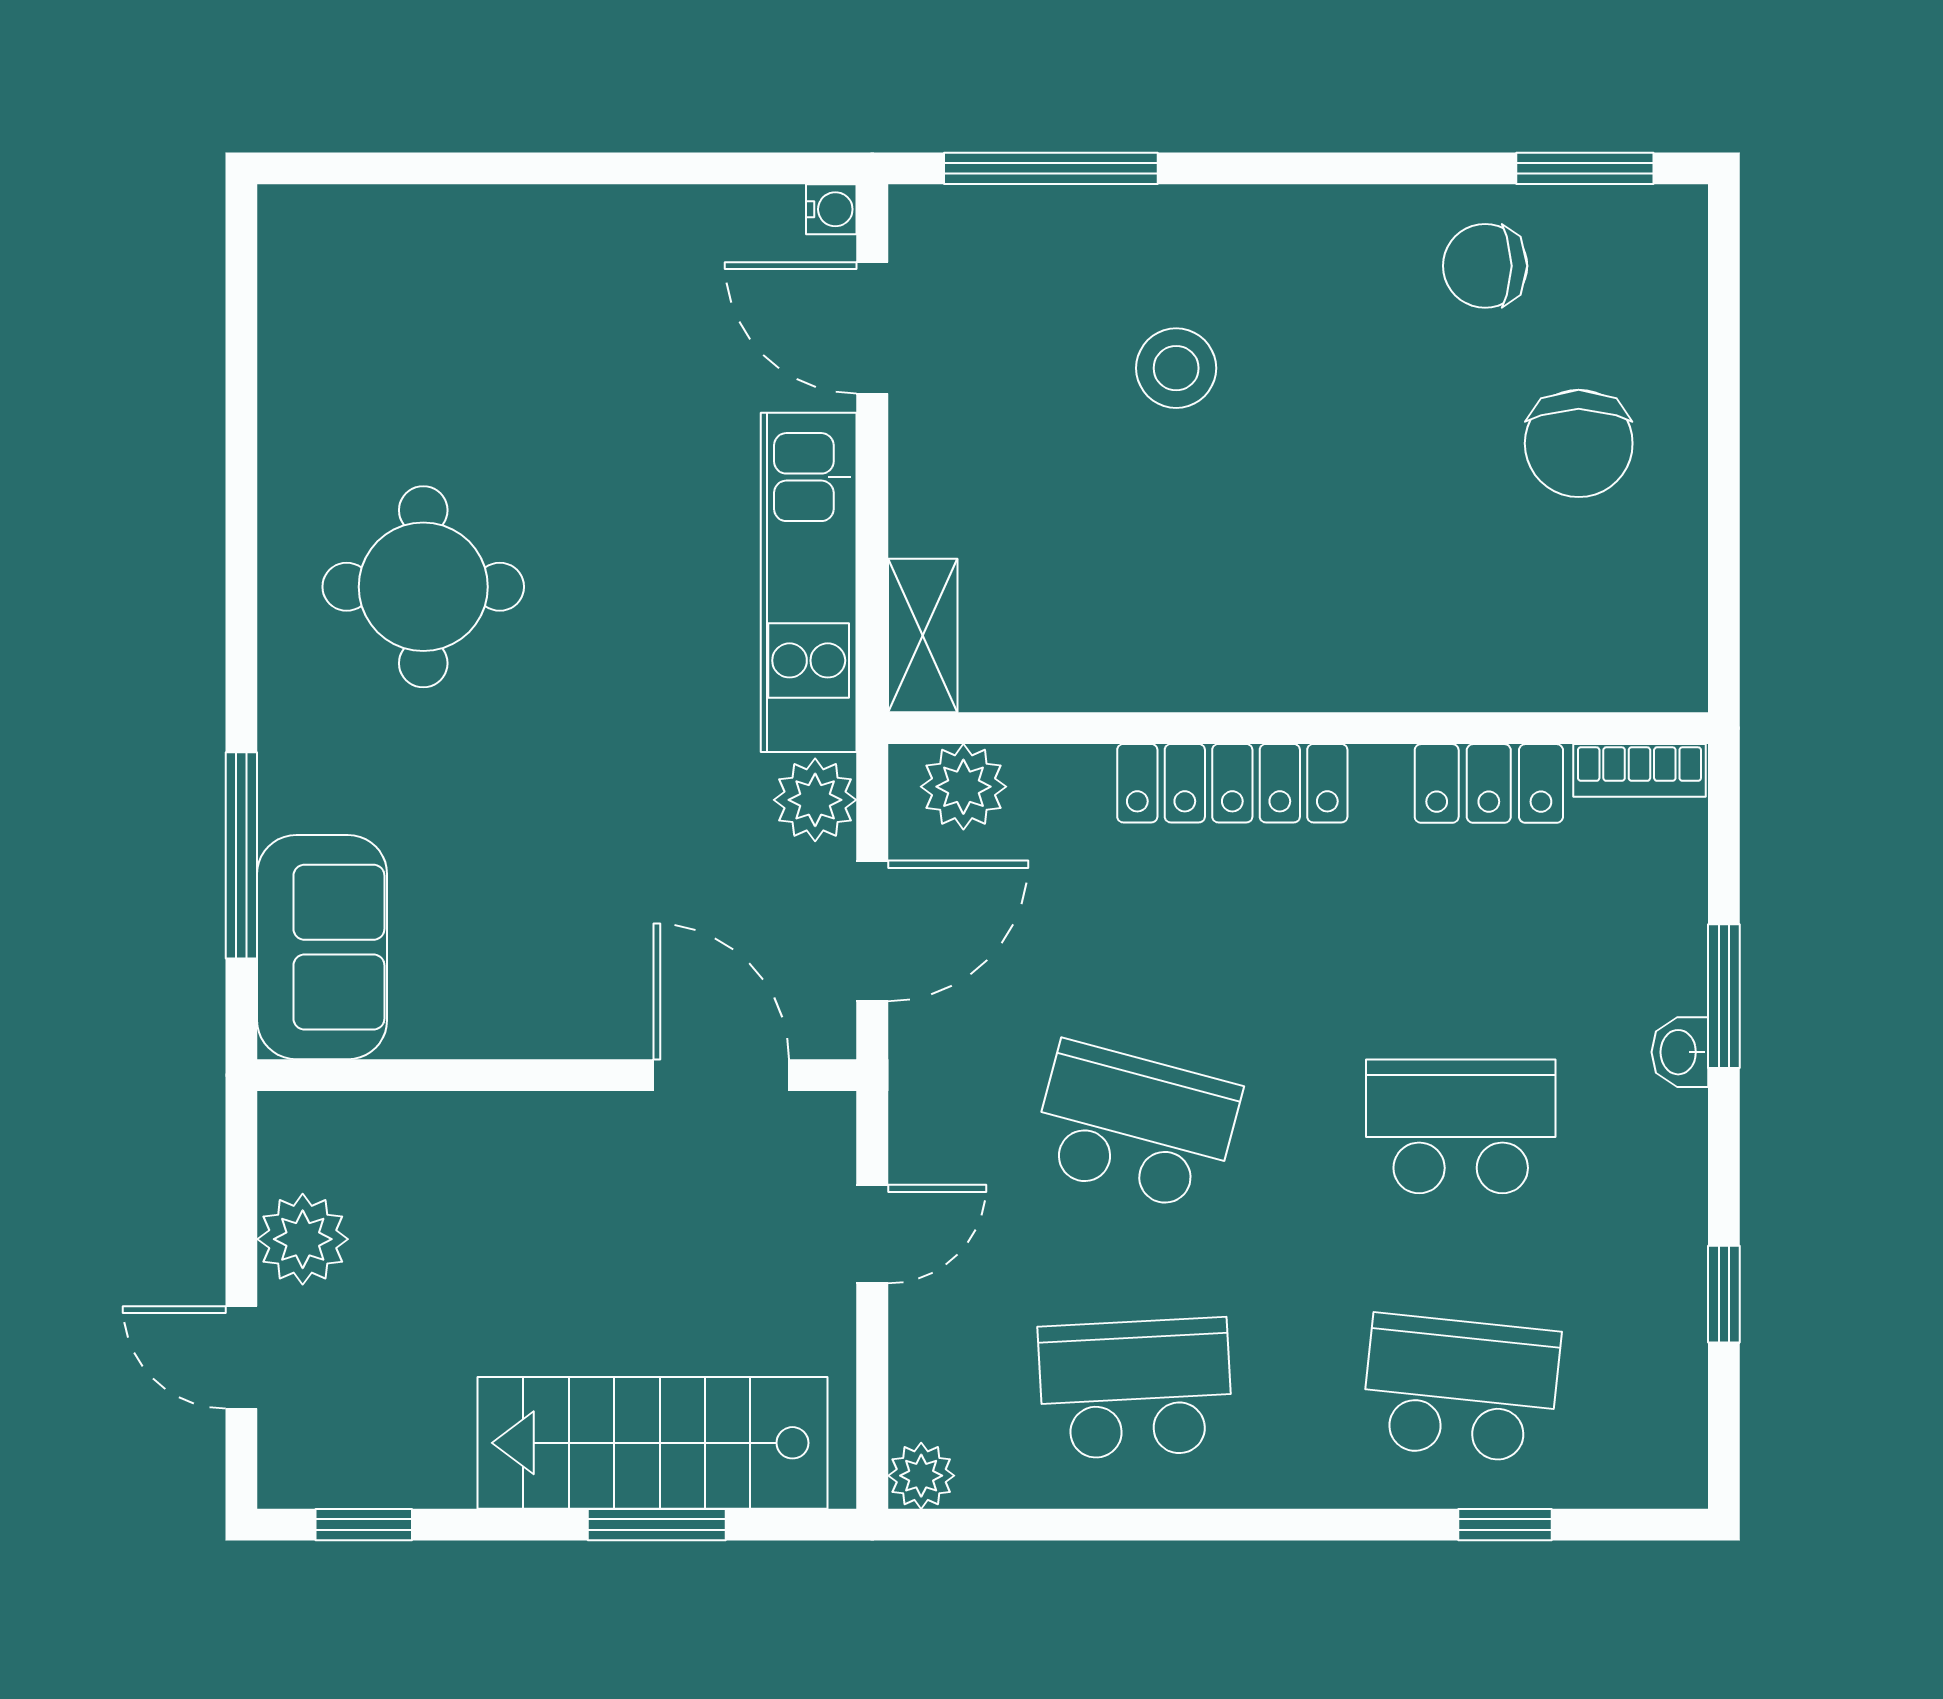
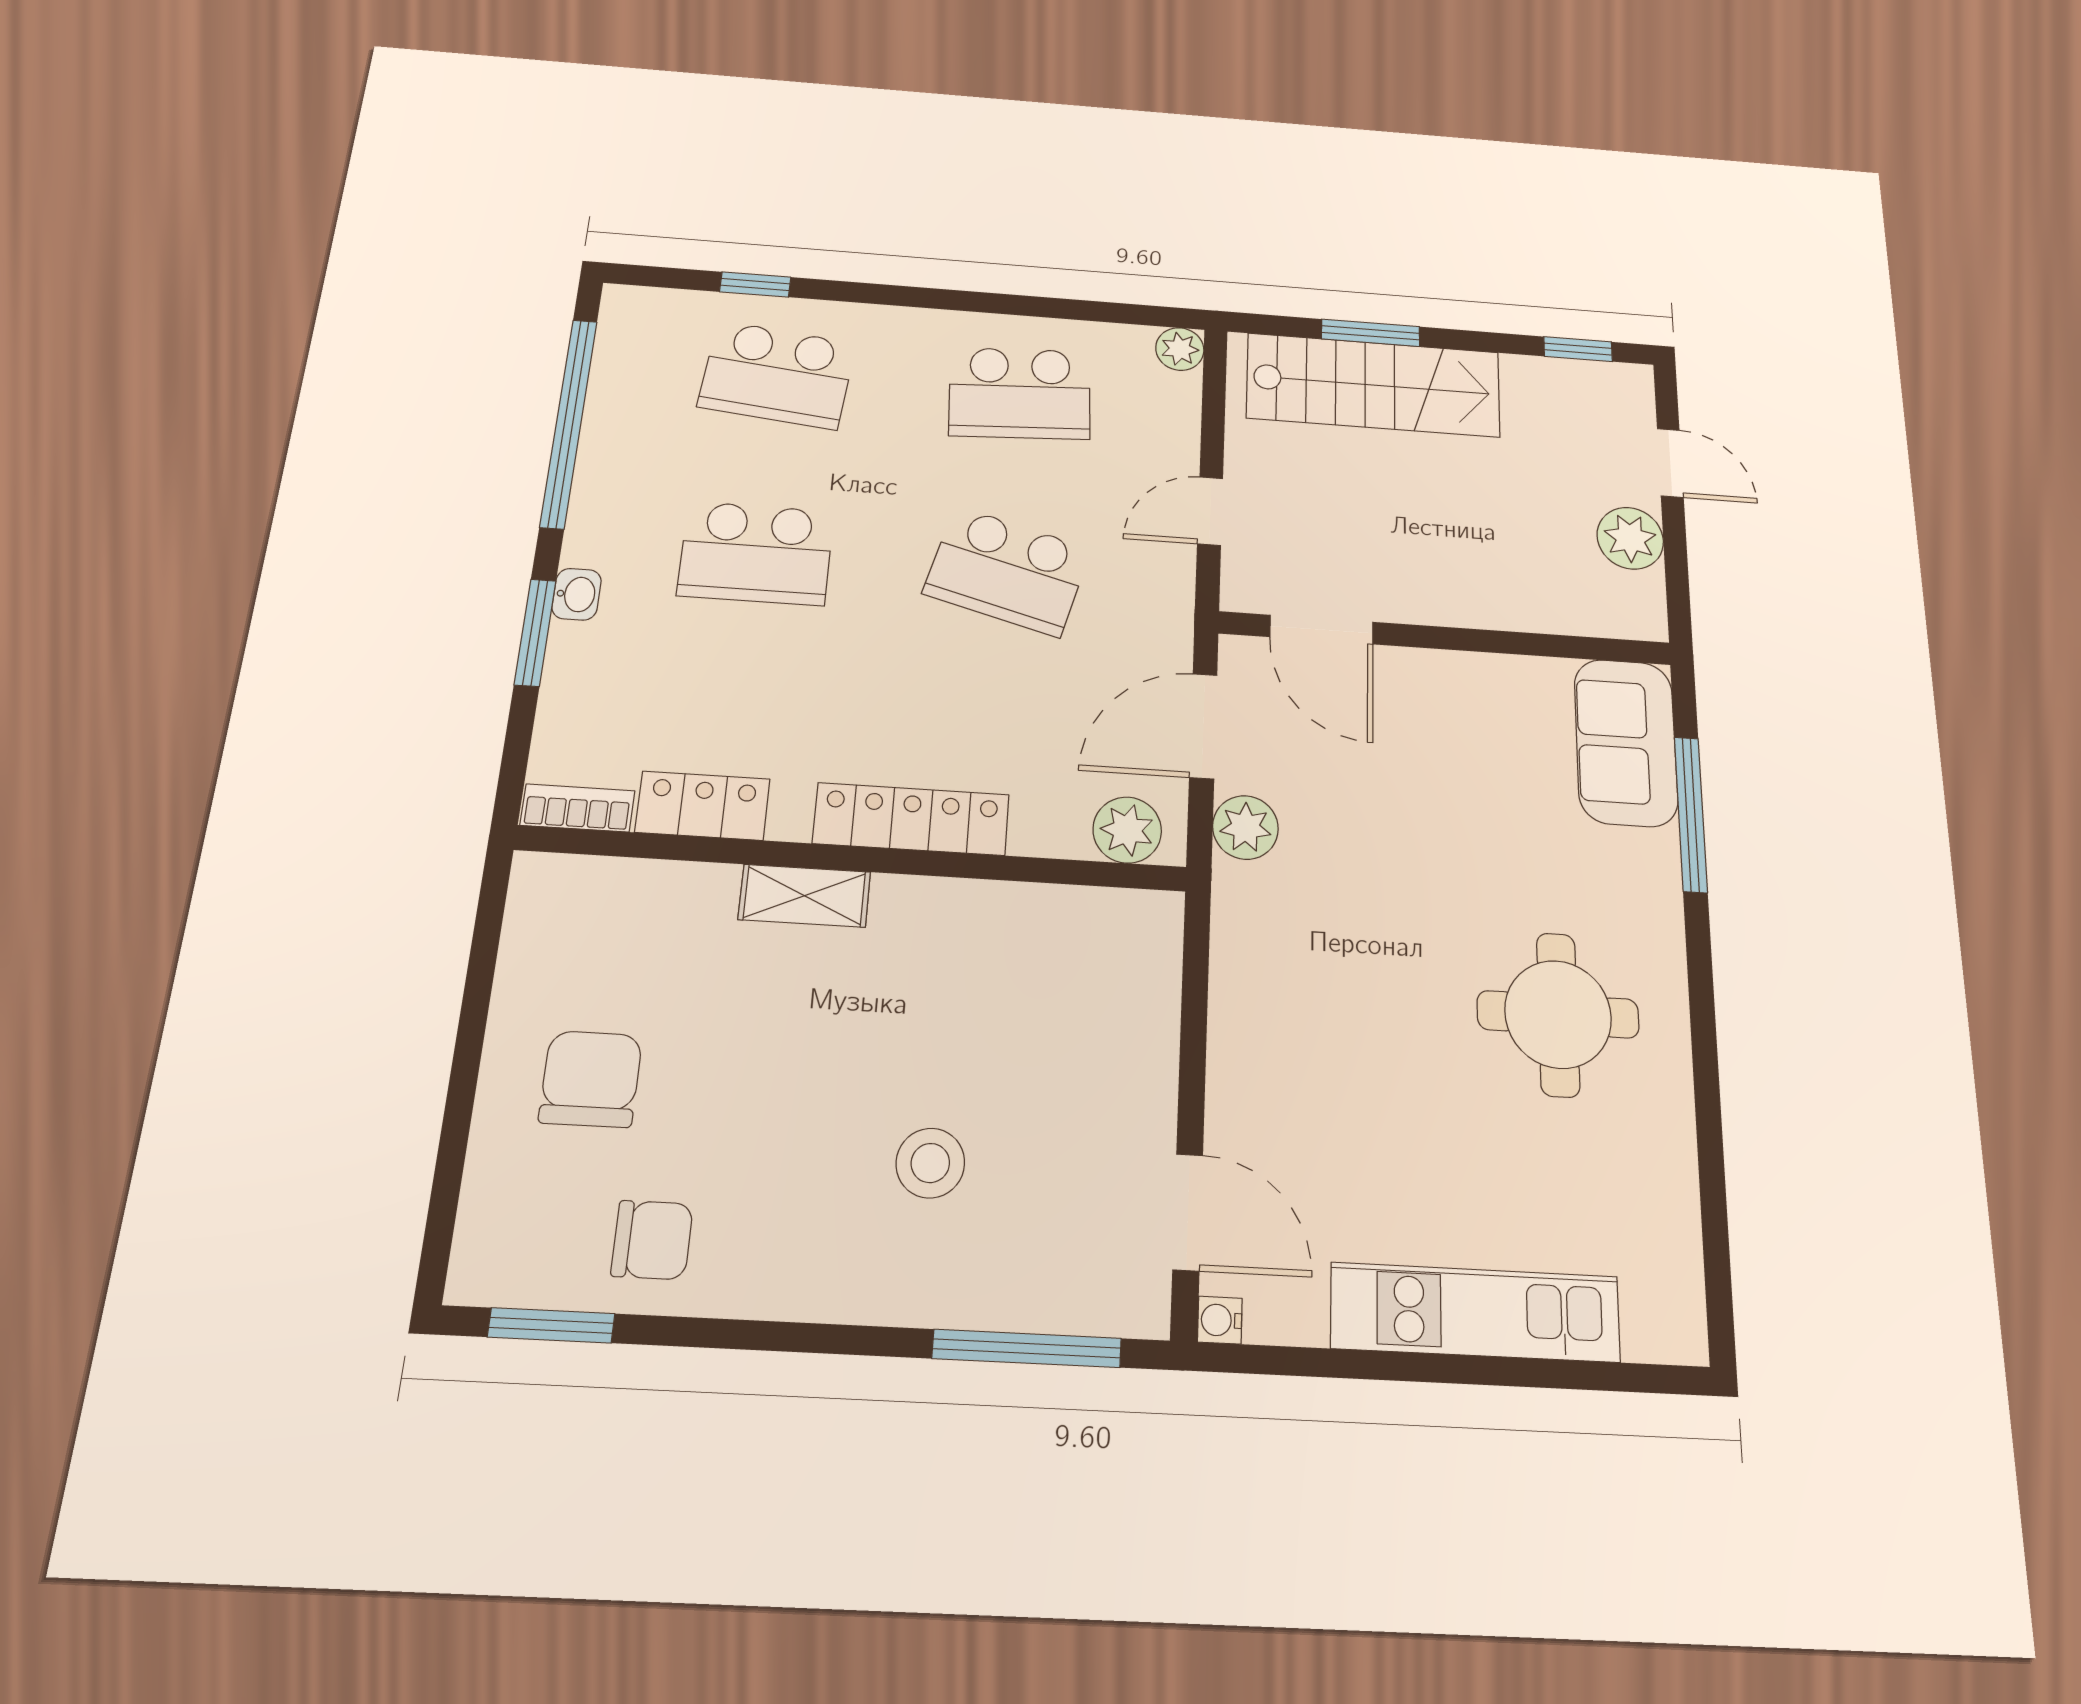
kitchen unit: (809, 582) -> (1475, 1312), moved, turned -90
shelving: (923, 635) -> (805, 896), moved, turned 90
window: (1724, 1294) -> (569, 423), width x3.17

